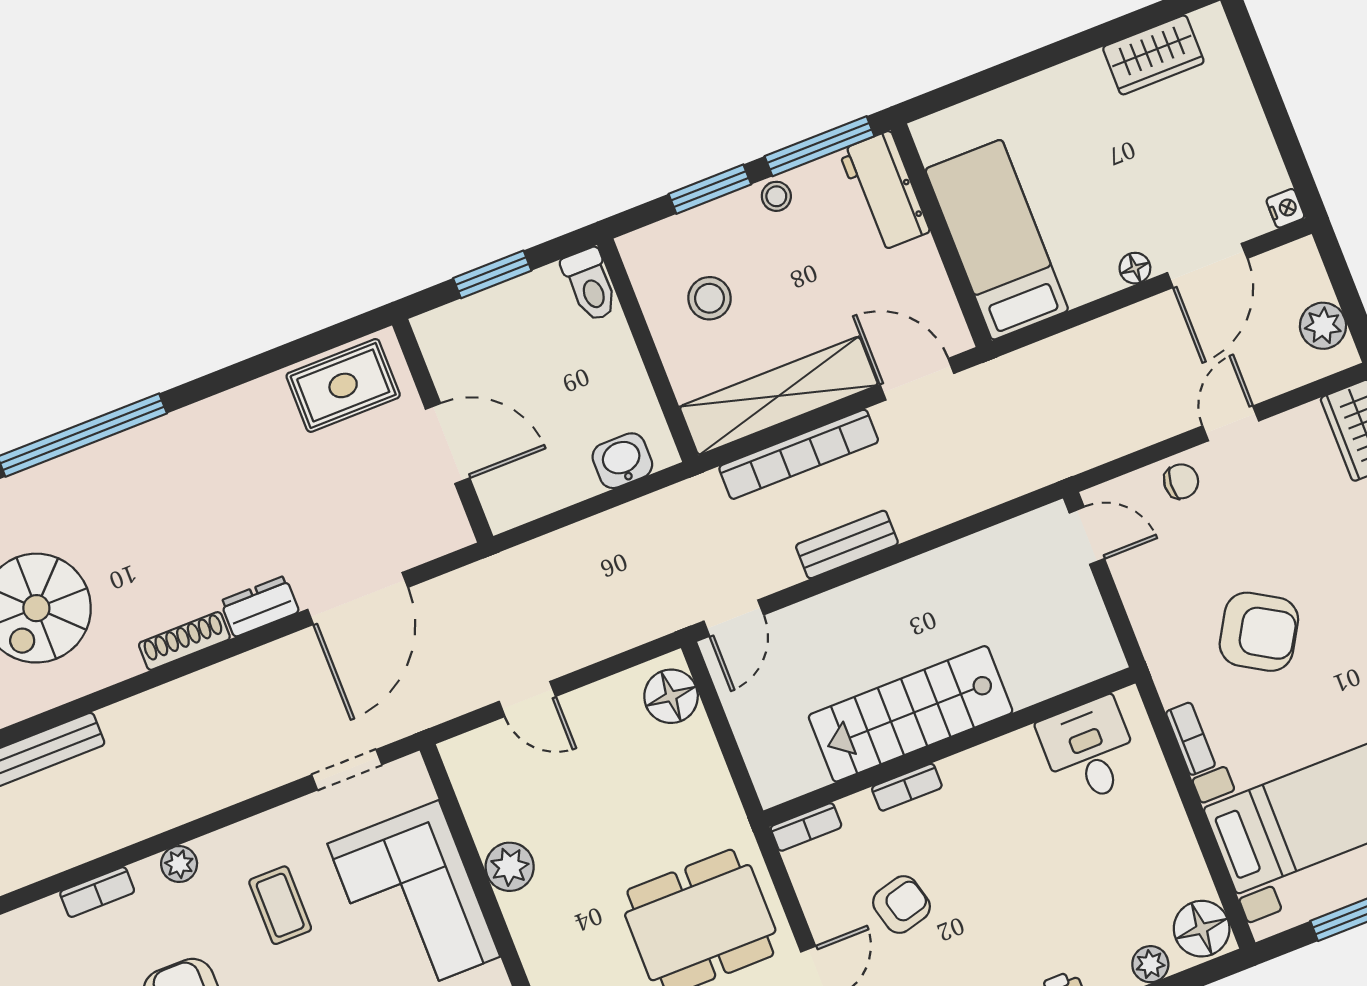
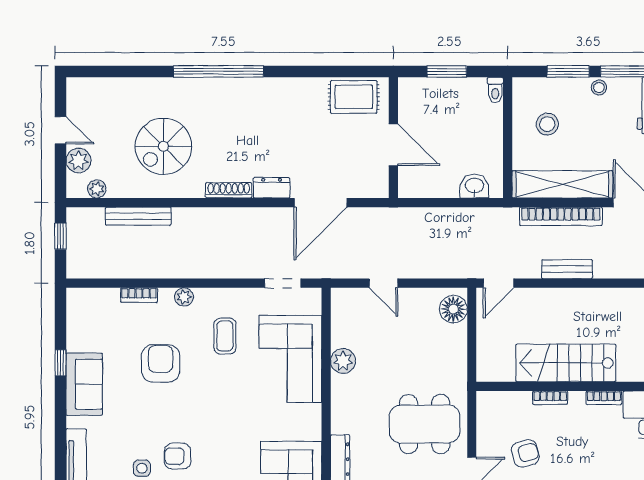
toilet: (590, 285) -> (495, 90), width x0.73, depth x0.72
bookcase: (806, 827) -> (604, 398), moved

